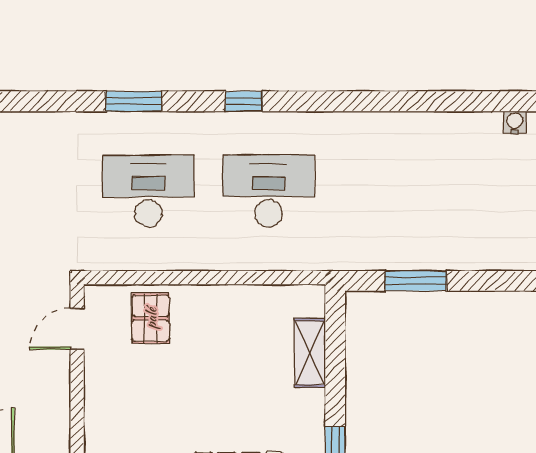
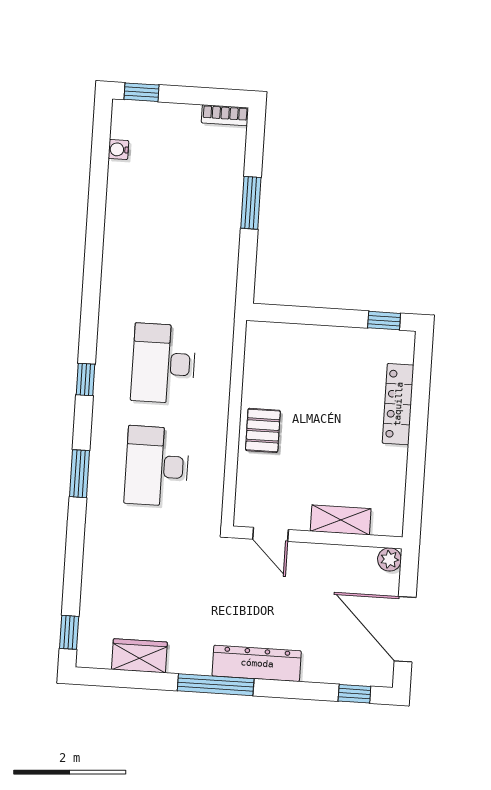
window: (416, 281) -> (251, 203), moved
pallet: (151, 318) -> (263, 430), moved, turned 90
shelving: (310, 353) -> (341, 520), moved

